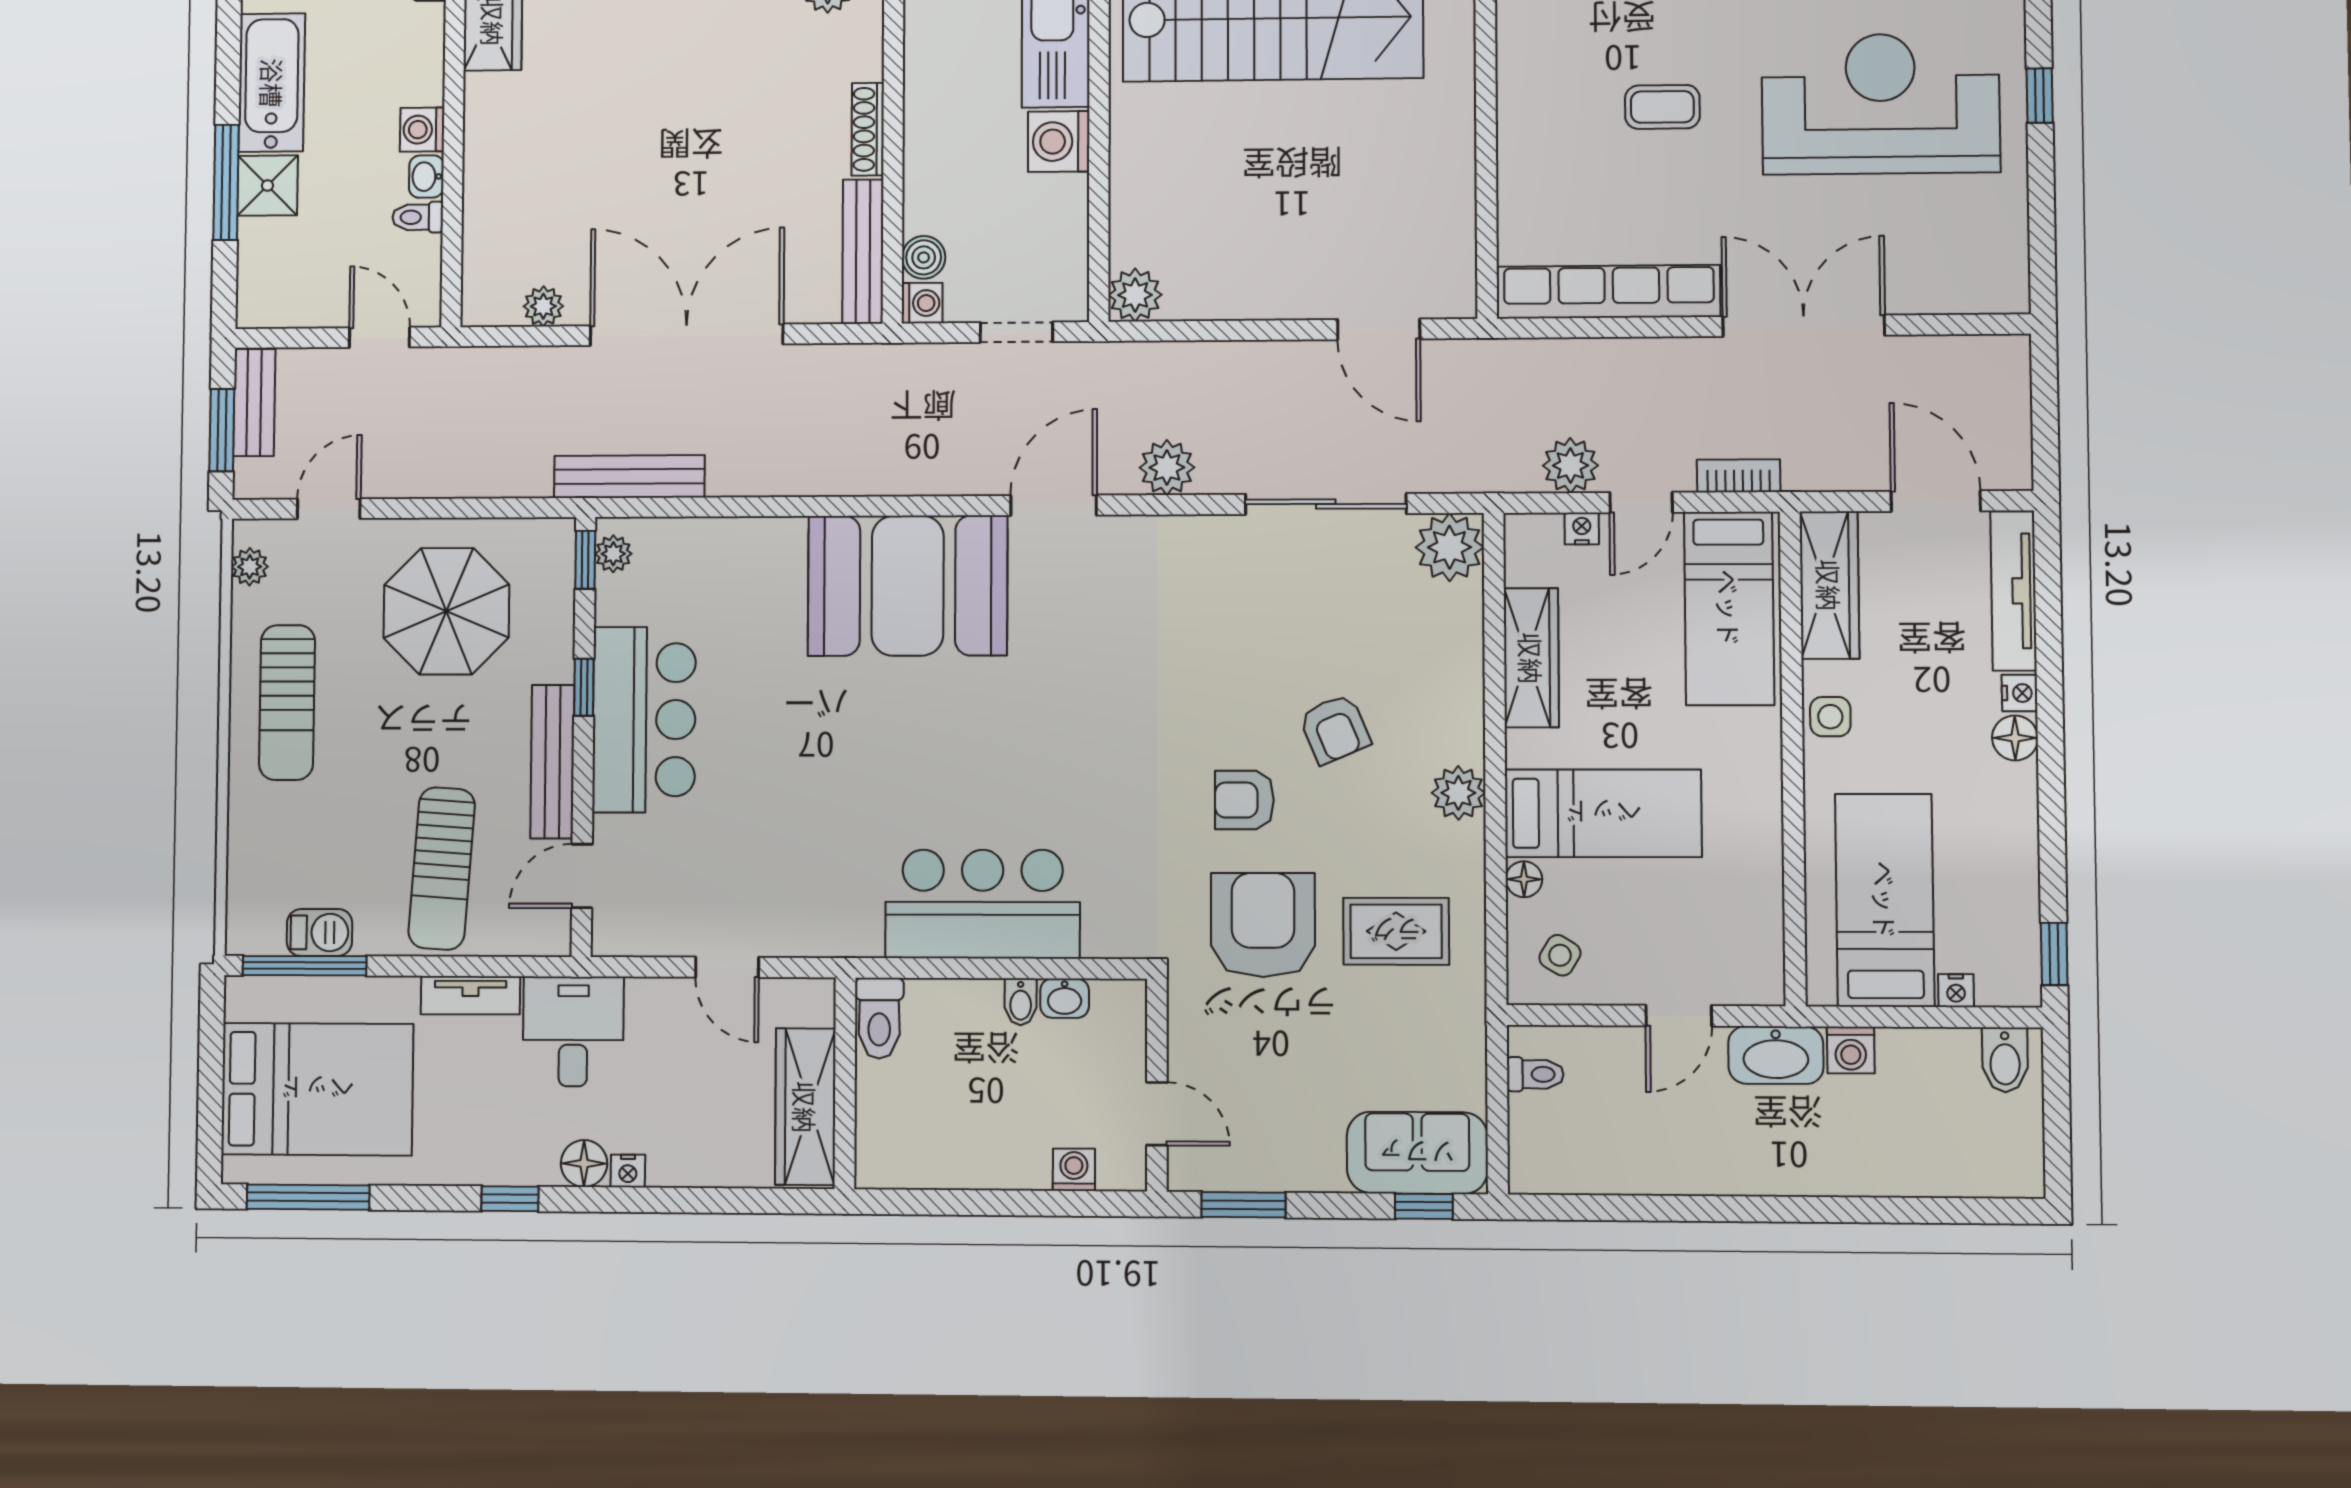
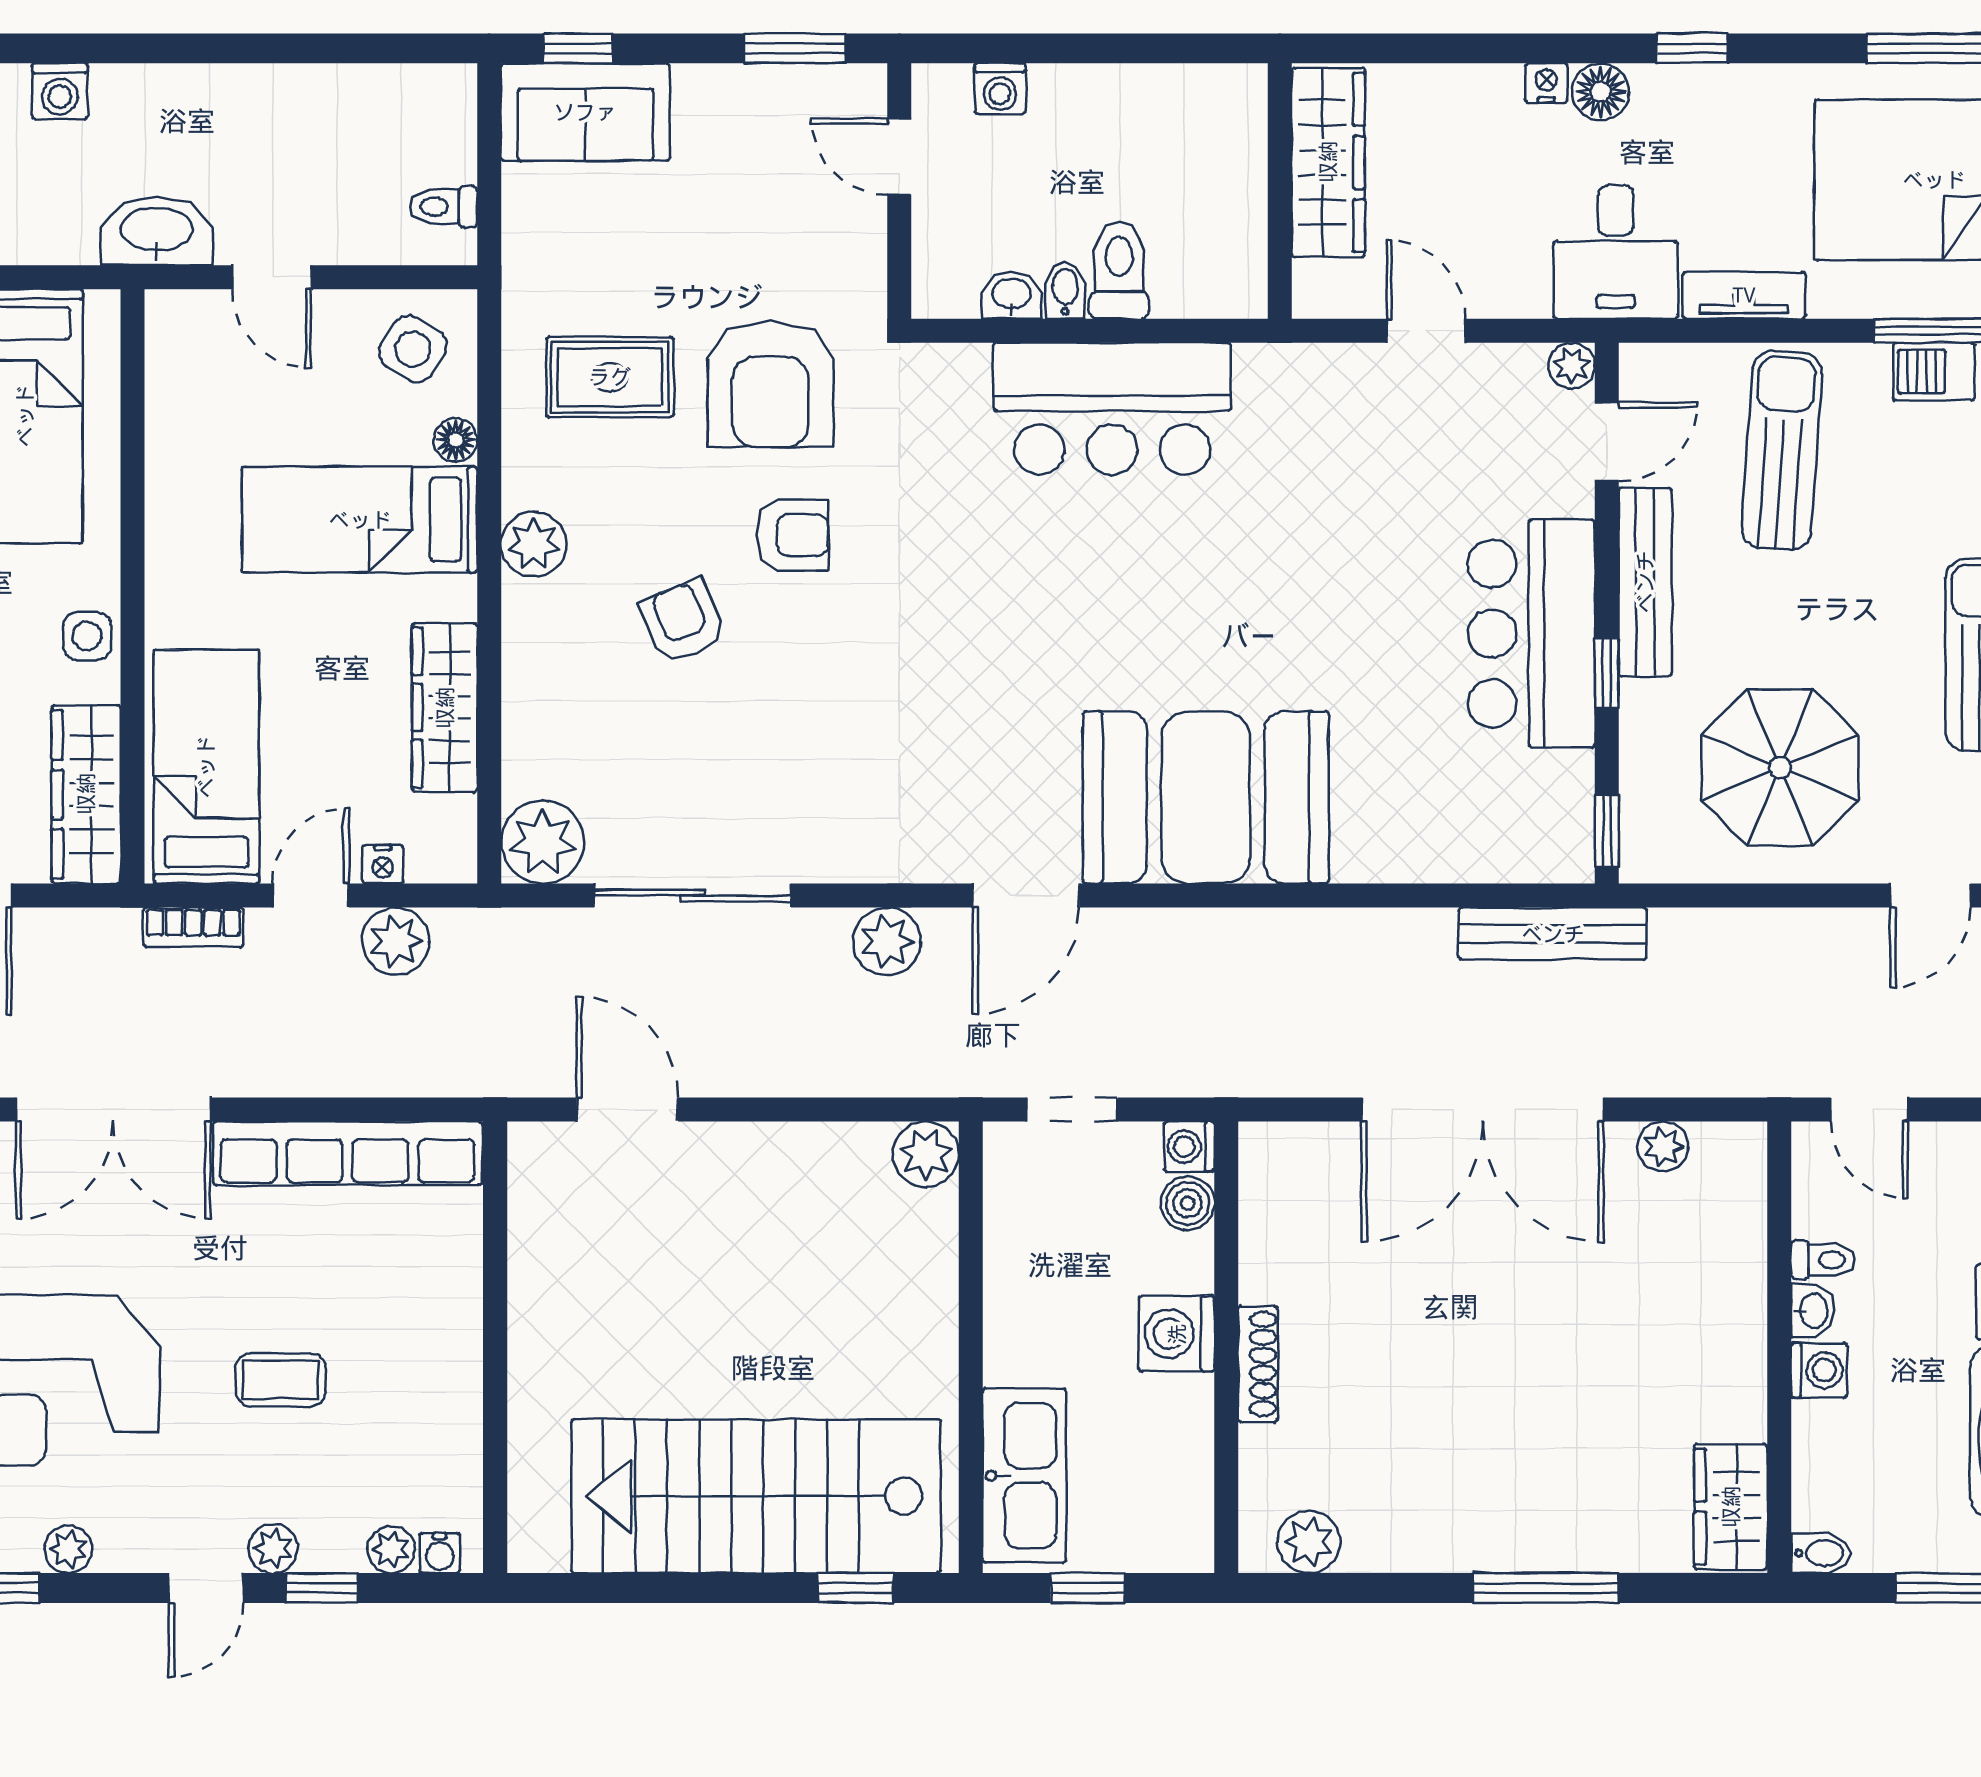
washing machine: (1059, 142) -> (1177, 1334), moved, turned 180
bench: (863, 251) -> (1263, 1212), removed
plant: (613, 554) -> (1572, 366), moved
side table: (1560, 955) -> (413, 349), width x1.37, depth x1.37
door: (1679, 1016) -> (272, 277), swing flipped
toilet: (879, 1018) -> (1119, 270), moved
washing machine: (1851, 1050) -> (60, 91), moved, turned 180

